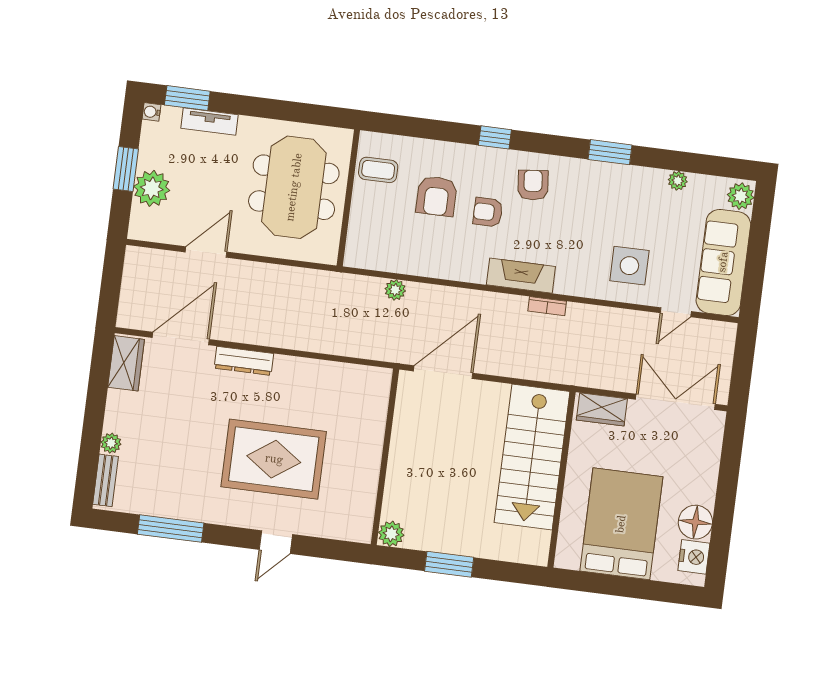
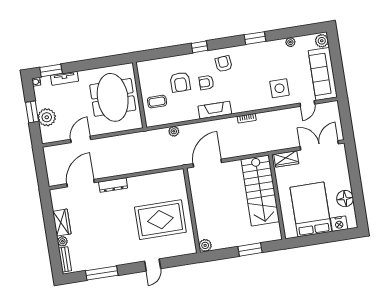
coffee table: (378, 170) -> (157, 102), moved
fireplace: (521, 276) -> (215, 110), moved
wardrobe: (126, 363) -> (62, 223), moved
rug: (274, 459) -> (160, 220), moved
nightstand: (694, 557) -> (339, 224), moved, turned 90
window: (449, 564) -> (250, 250), moved

